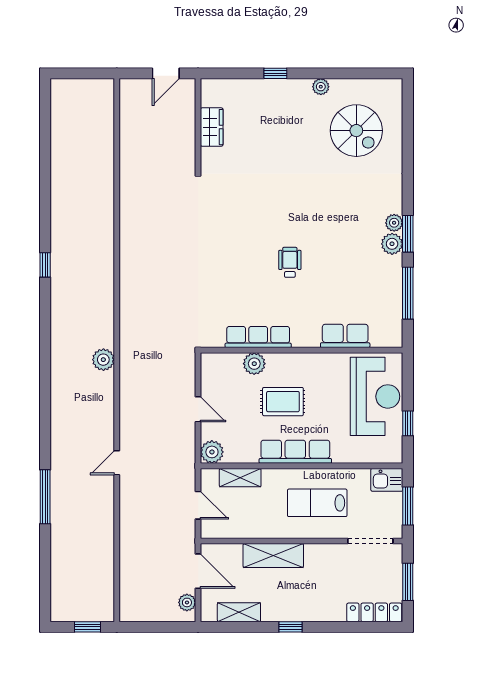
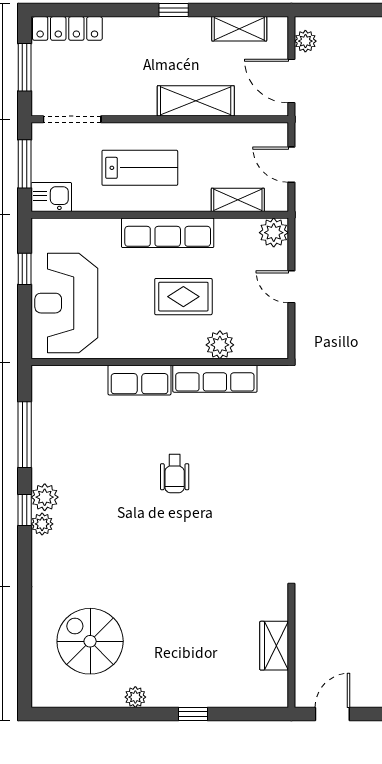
window: (408, 234) -> (25, 510), width x0.67
row of seats: (345, 336) -> (139, 380), moved

